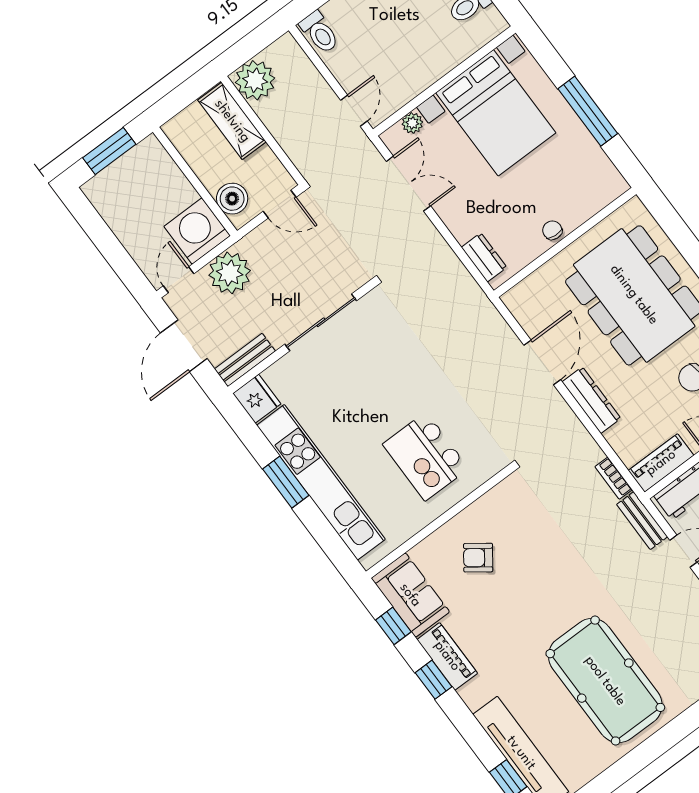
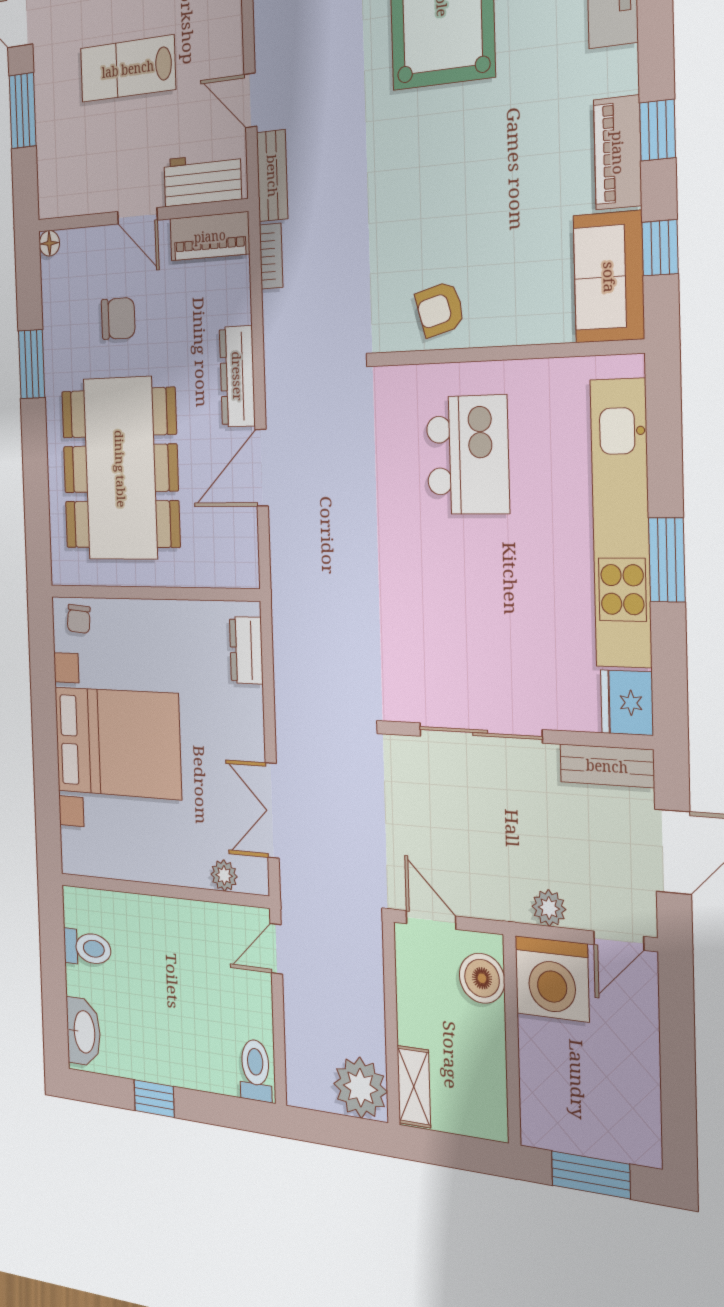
window: (588, 111) -> (44, 722), removed
bed with nightstands: (496, 113) -> (117, 743), moved, turned 90
shelving: (232, 121) -> (414, 1087), width x0.67, depth x0.75
chair: (552, 230) -> (79, 619), moved
plant: (230, 273) -> (549, 908), width x0.53, depth x0.53
armchair: (478, 558) -> (440, 309), moved, turned 129

